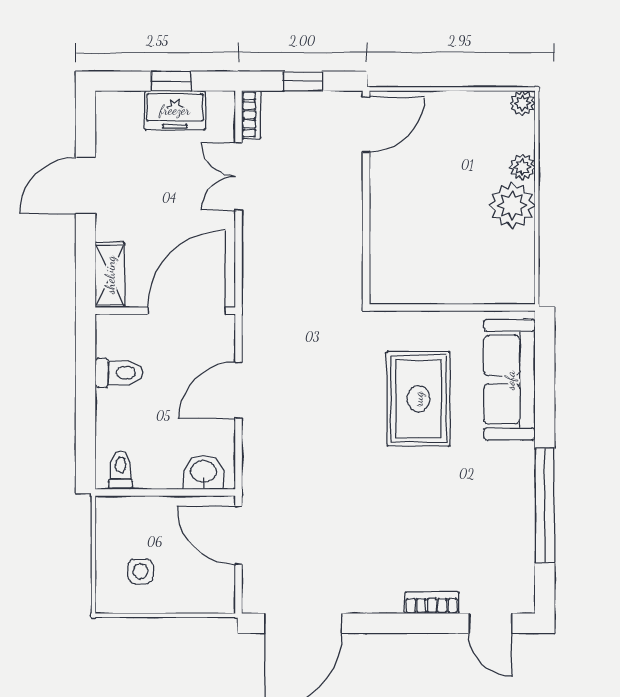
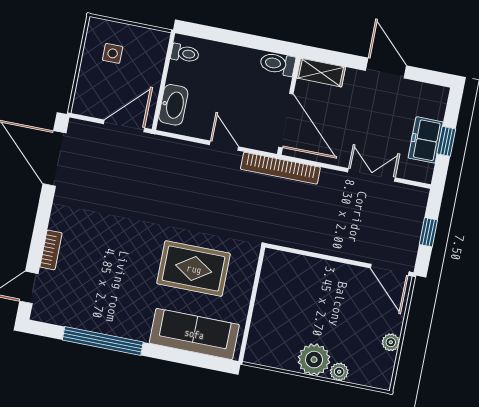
plant: (522, 103) -> (391, 342), moved
bookcase: (251, 115) -> (280, 168), moved, width x2.31, depth x1.31
toilet: (119, 373) -> (278, 64), moved, turned 90
door: (239, 390) -> (224, 146), width x0.73
washbasin: (203, 472) -> (173, 105), width x1.38

